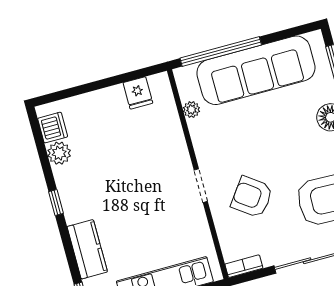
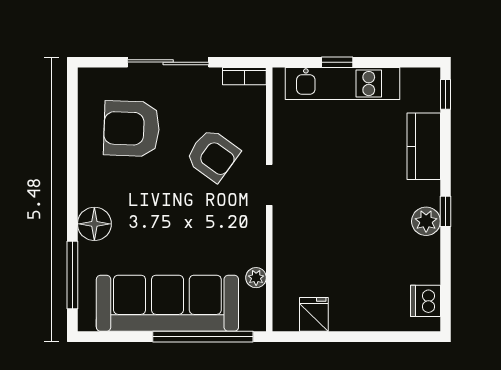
plant: (59, 153) -> (426, 221), moved

